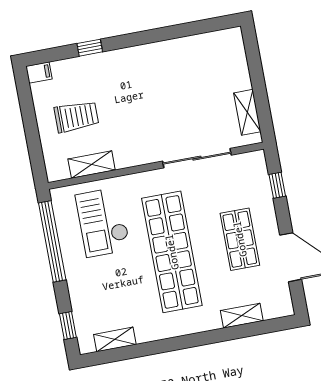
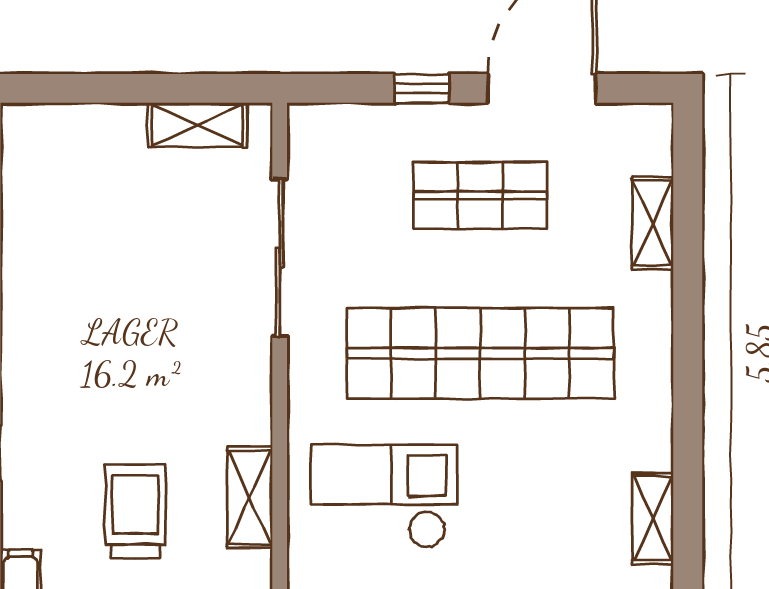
window: (277, 185) -> (422, 88), moved
checkout: (103, 222) -> (384, 496), turned 180

